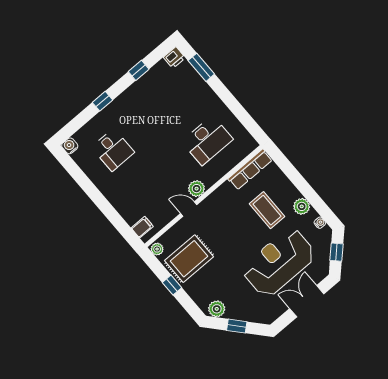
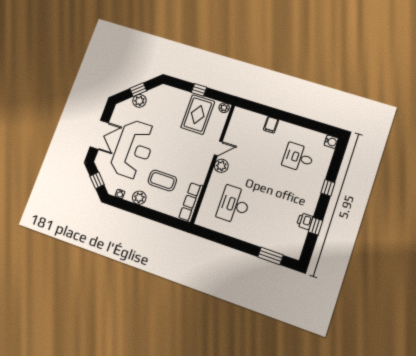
printer: (174, 58) -> (305, 221), moved
filing cabinet: (142, 227) -> (271, 125), moved
plant: (217, 309) -> (139, 101), moved

